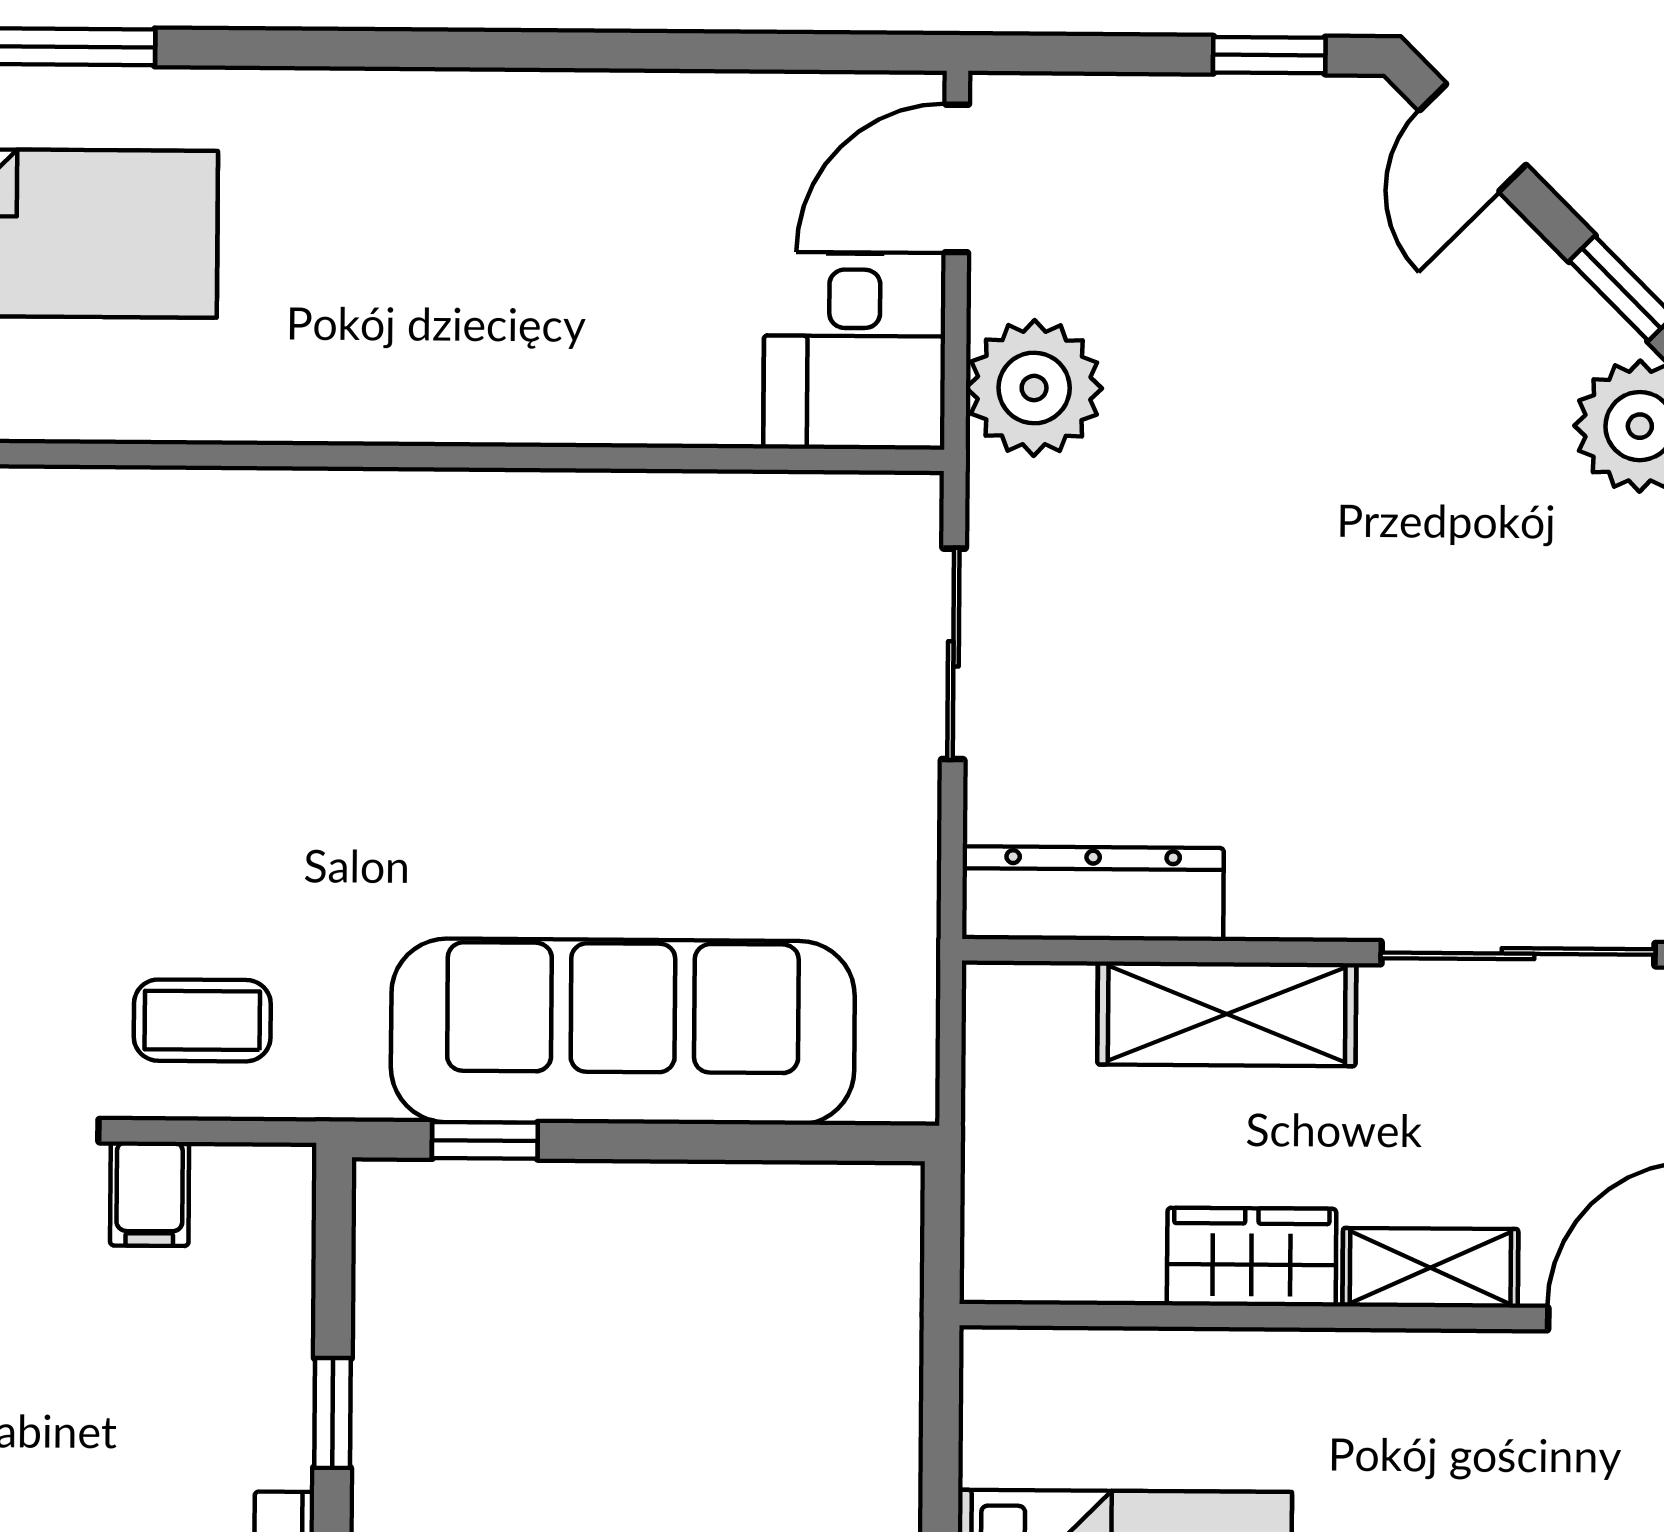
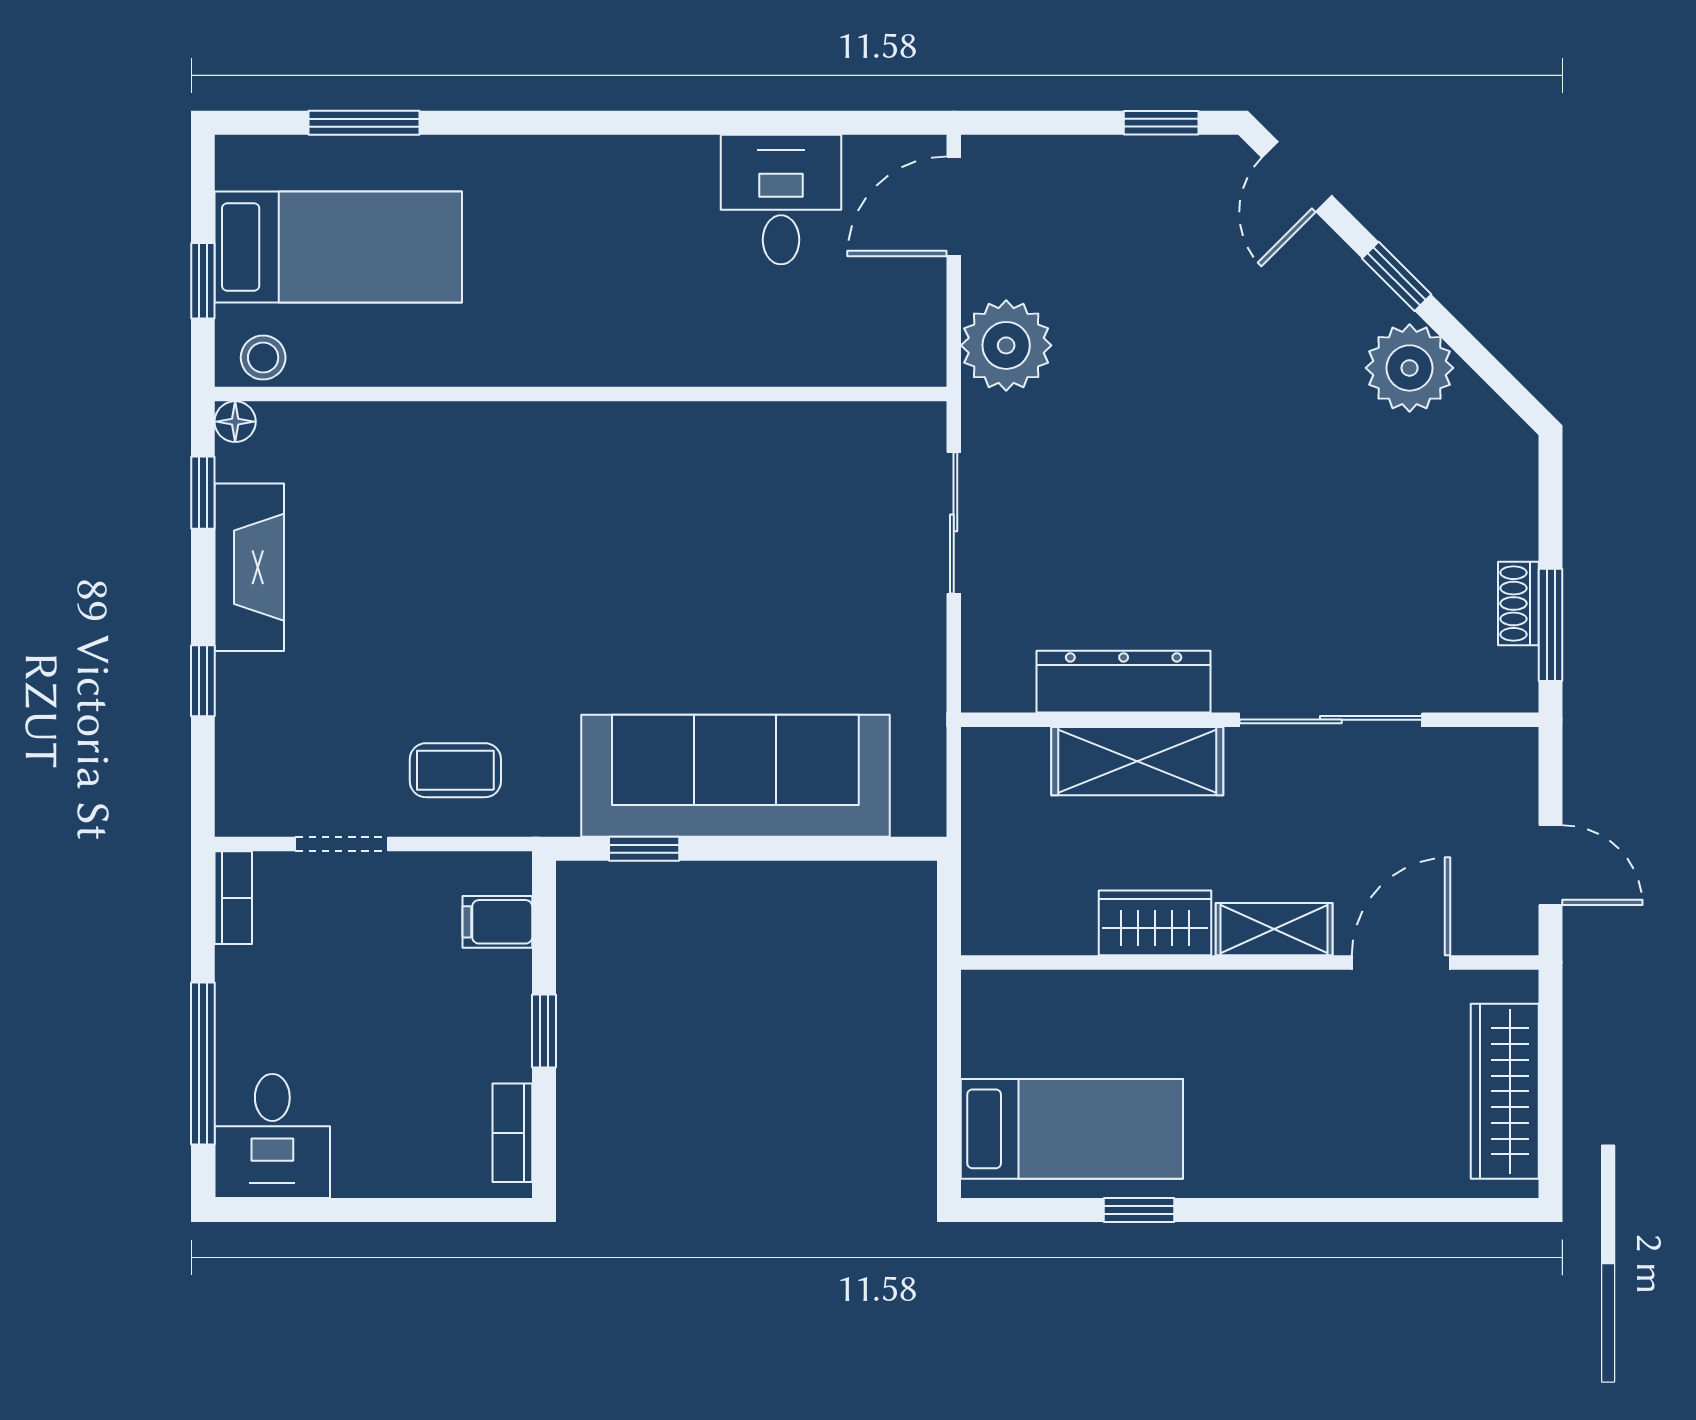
desk: (854, 351) -> (781, 200), moved, turned 180
dresser: (1093, 893) -> (1124, 682), moved
filing cabinet: (150, 1194) -> (497, 922), moved, turned 90

